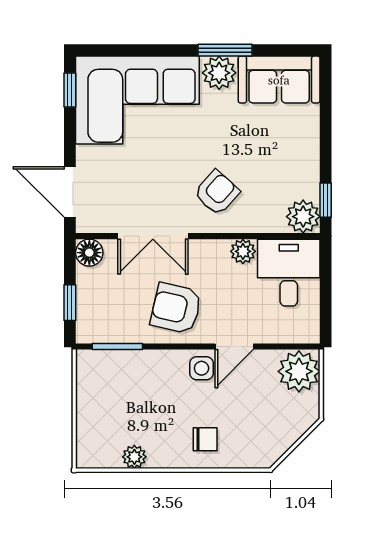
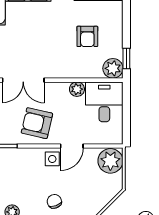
armchair: (217, 193) -> (87, 36), moved, turned 138
chair: (205, 439) -> (54, 201), turned -110

